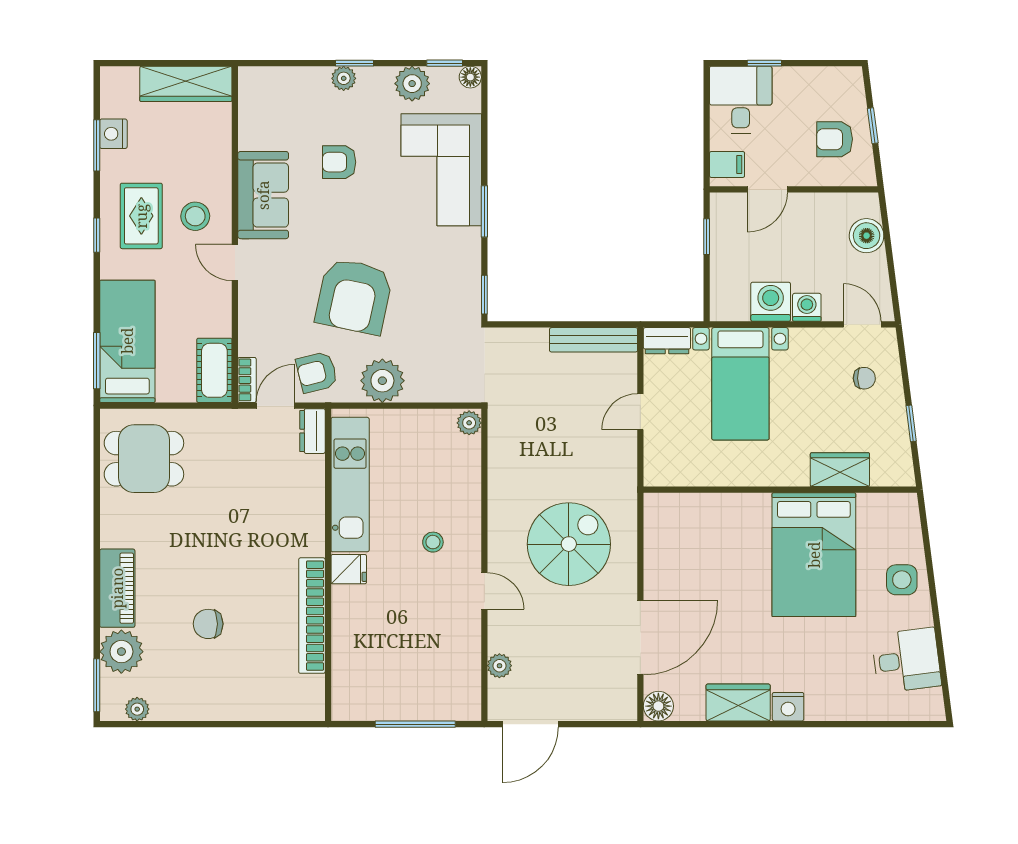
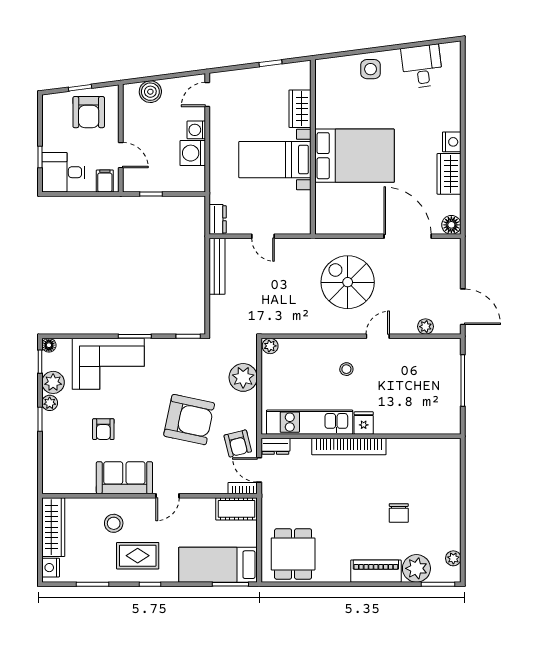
plant: (344, 78) -> (50, 403), moved
nightstand: (113, 134) -> (51, 568), moved, turned 90
armchair: (835, 139) -> (89, 112), width x1.38, depth x1.38
stool: (195, 216) -> (114, 523), moved
chair: (864, 378) -> (242, 93), removed
plant: (382, 381) -> (243, 377), moved
bed with nightstands: (740, 384) -> (275, 160), moved, turned 180
bed: (814, 555) -> (354, 156), moved
bookcase: (312, 616) -> (349, 447), moved

